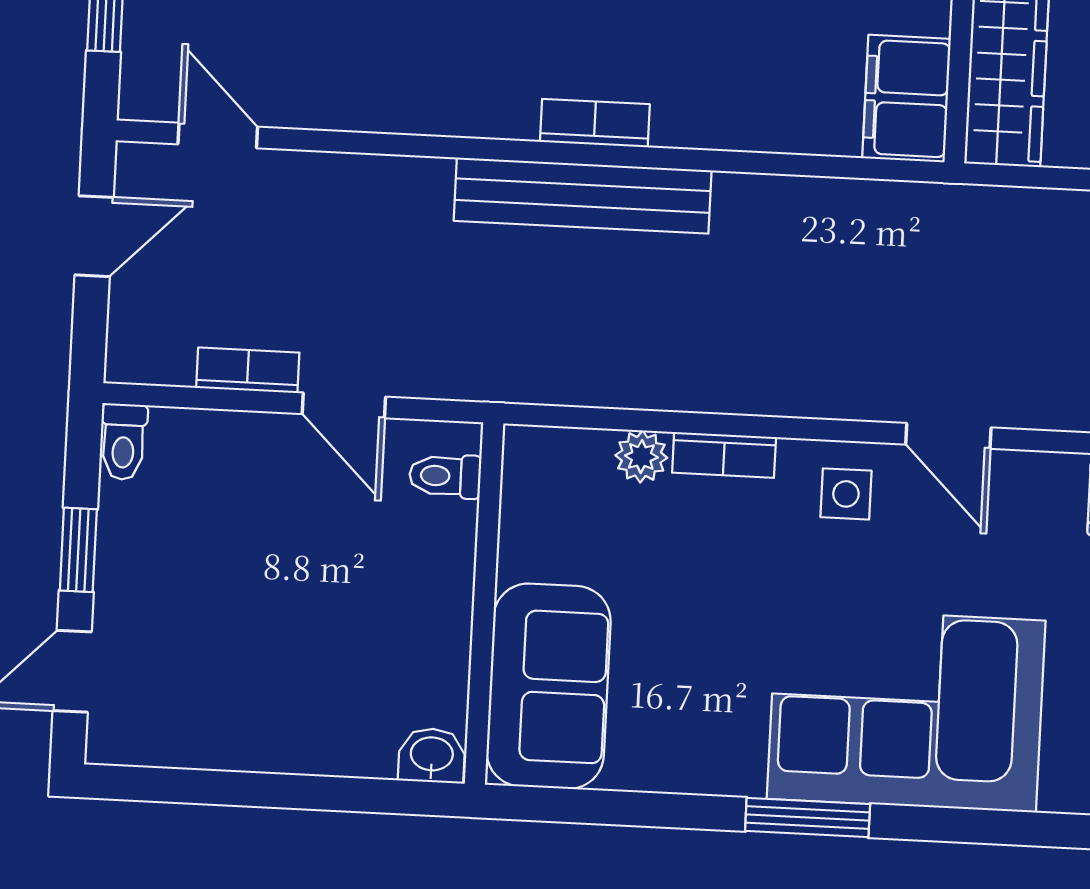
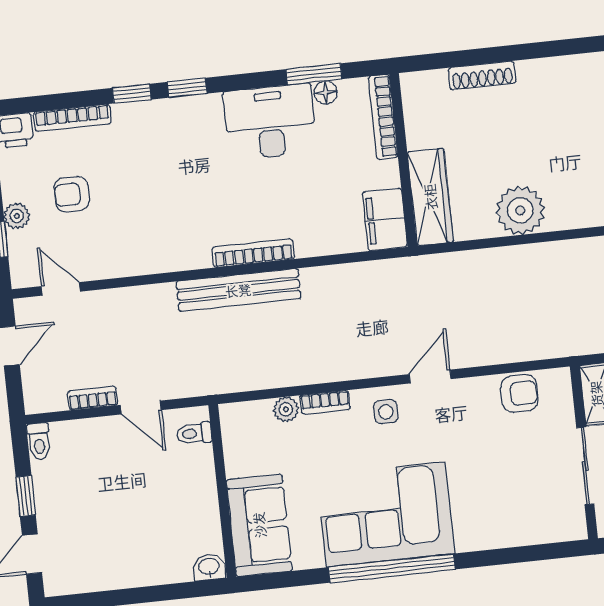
bookcase: (595, 123) -> (253, 253), width x1.56
door: (948, 436) -> (430, 377), swing flipped
corner sofa: (906, 710) -> (386, 514), moved
window: (808, 818) -> (392, 568), width x2.11

